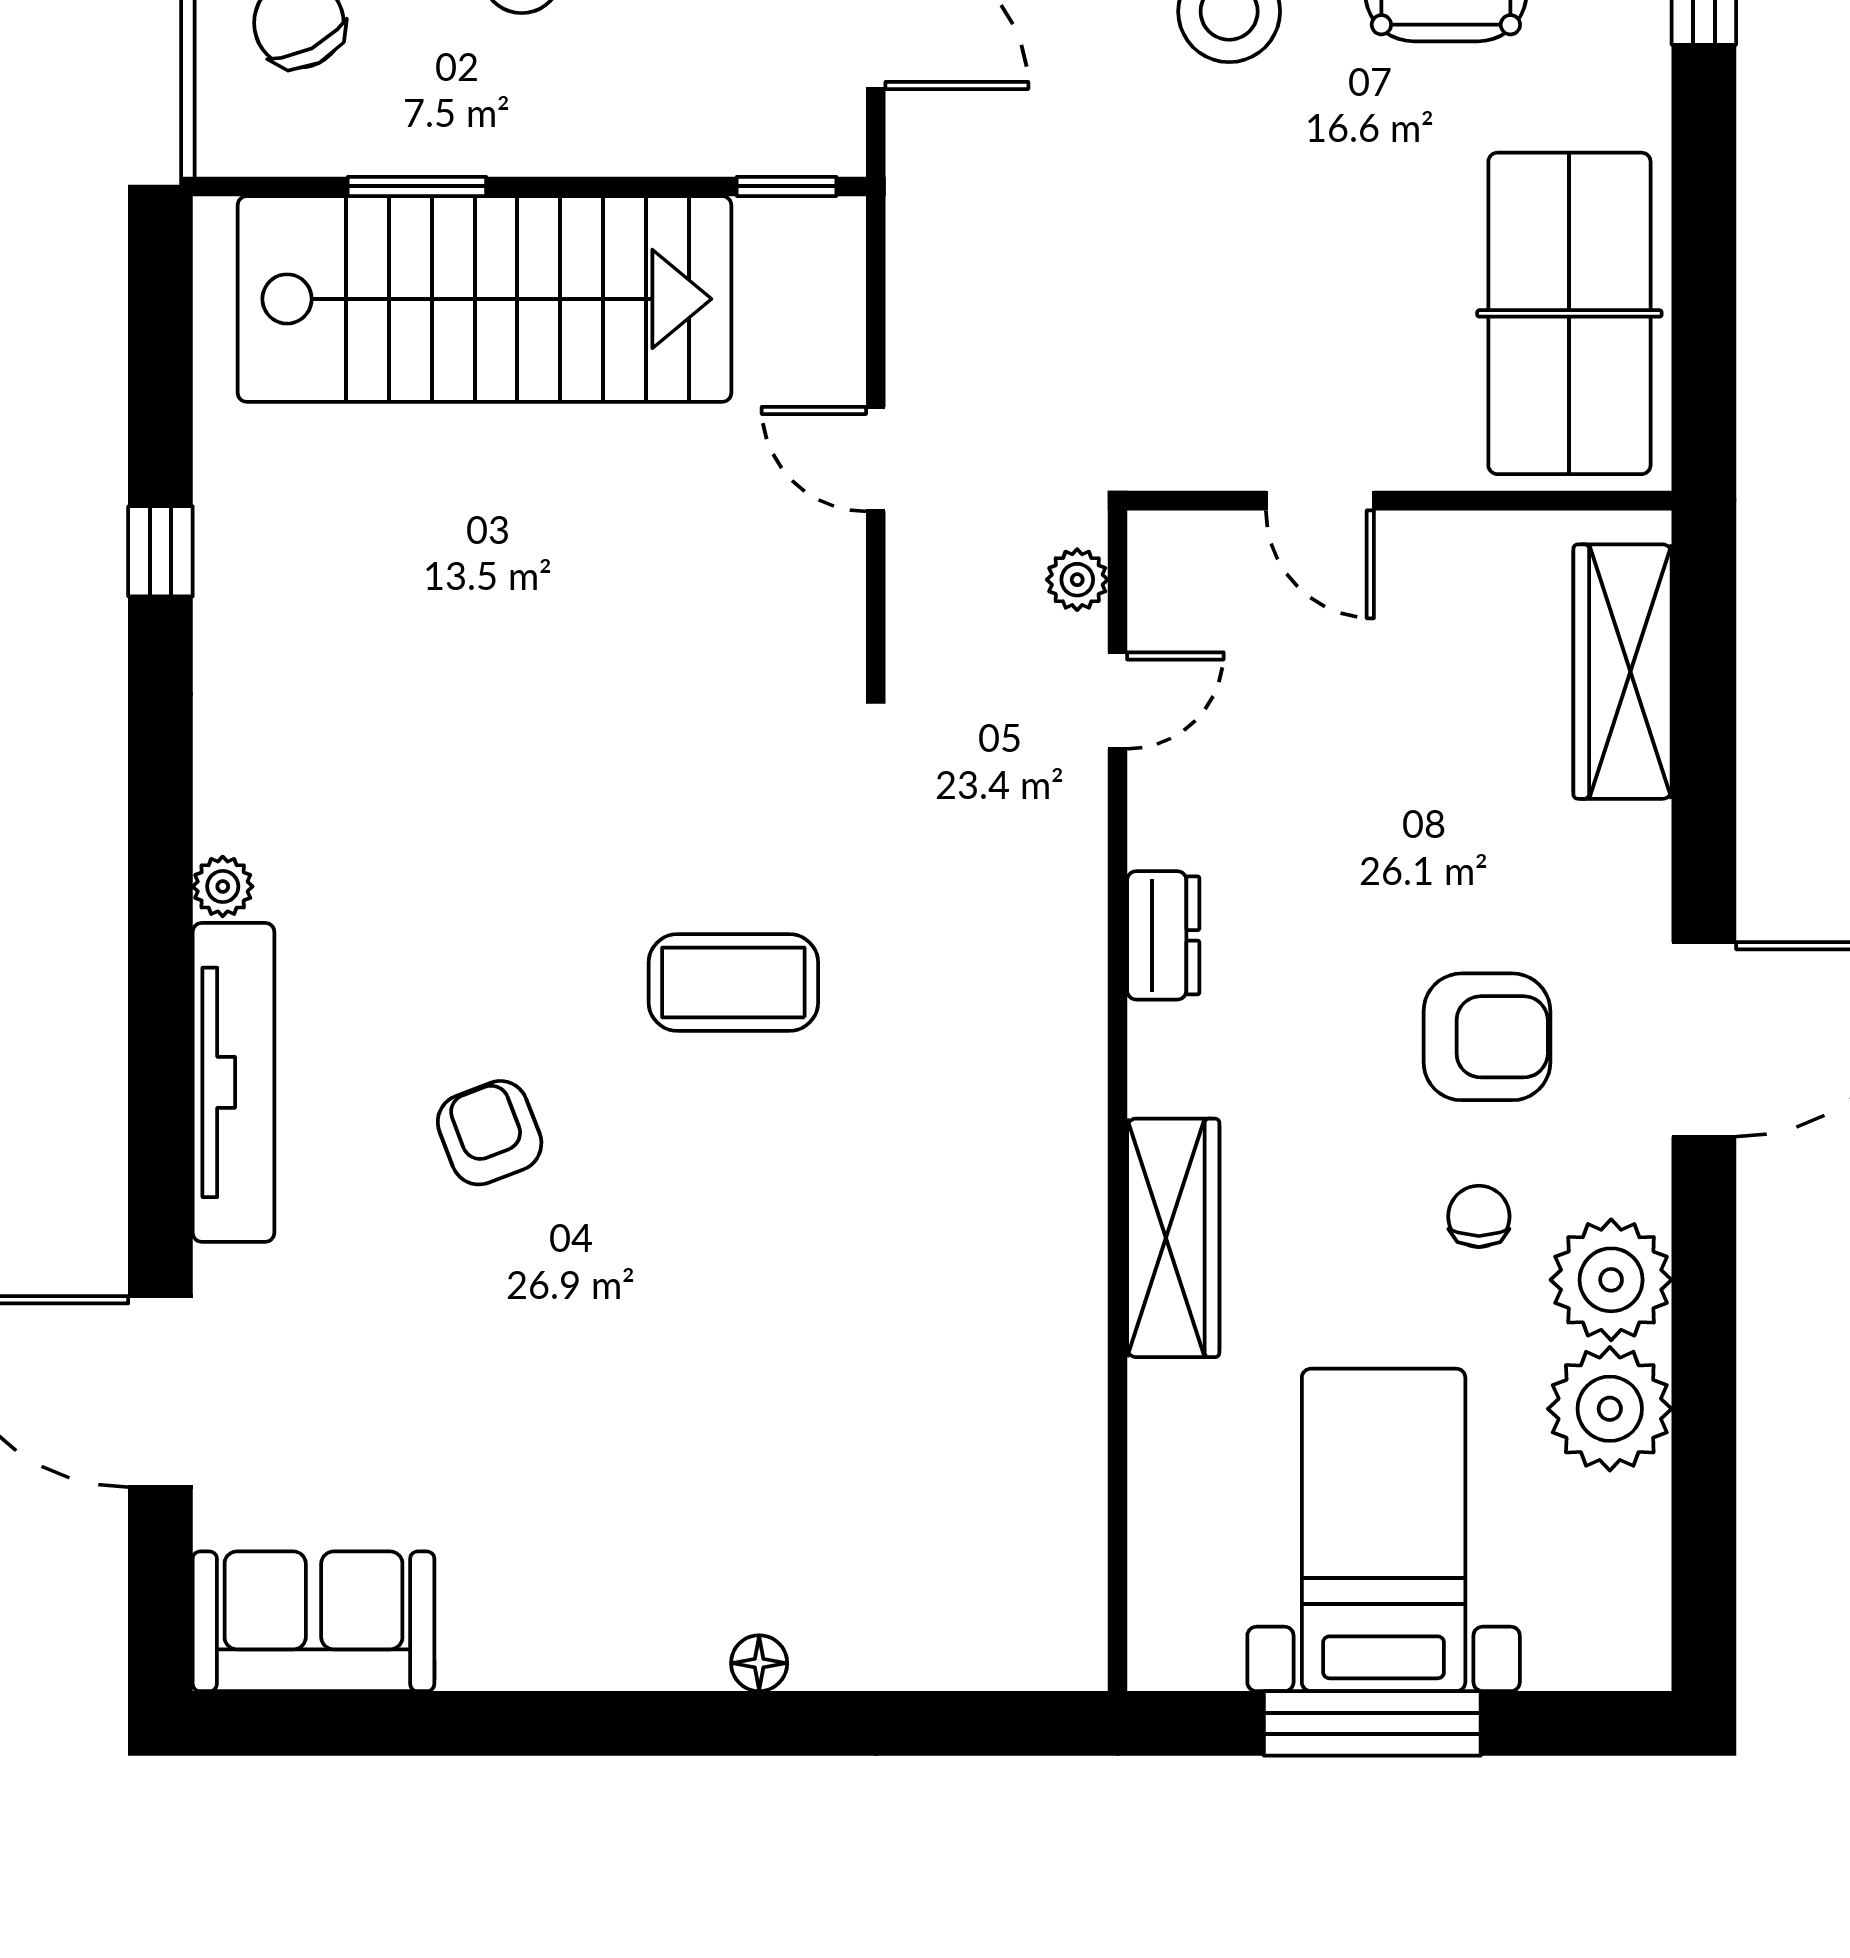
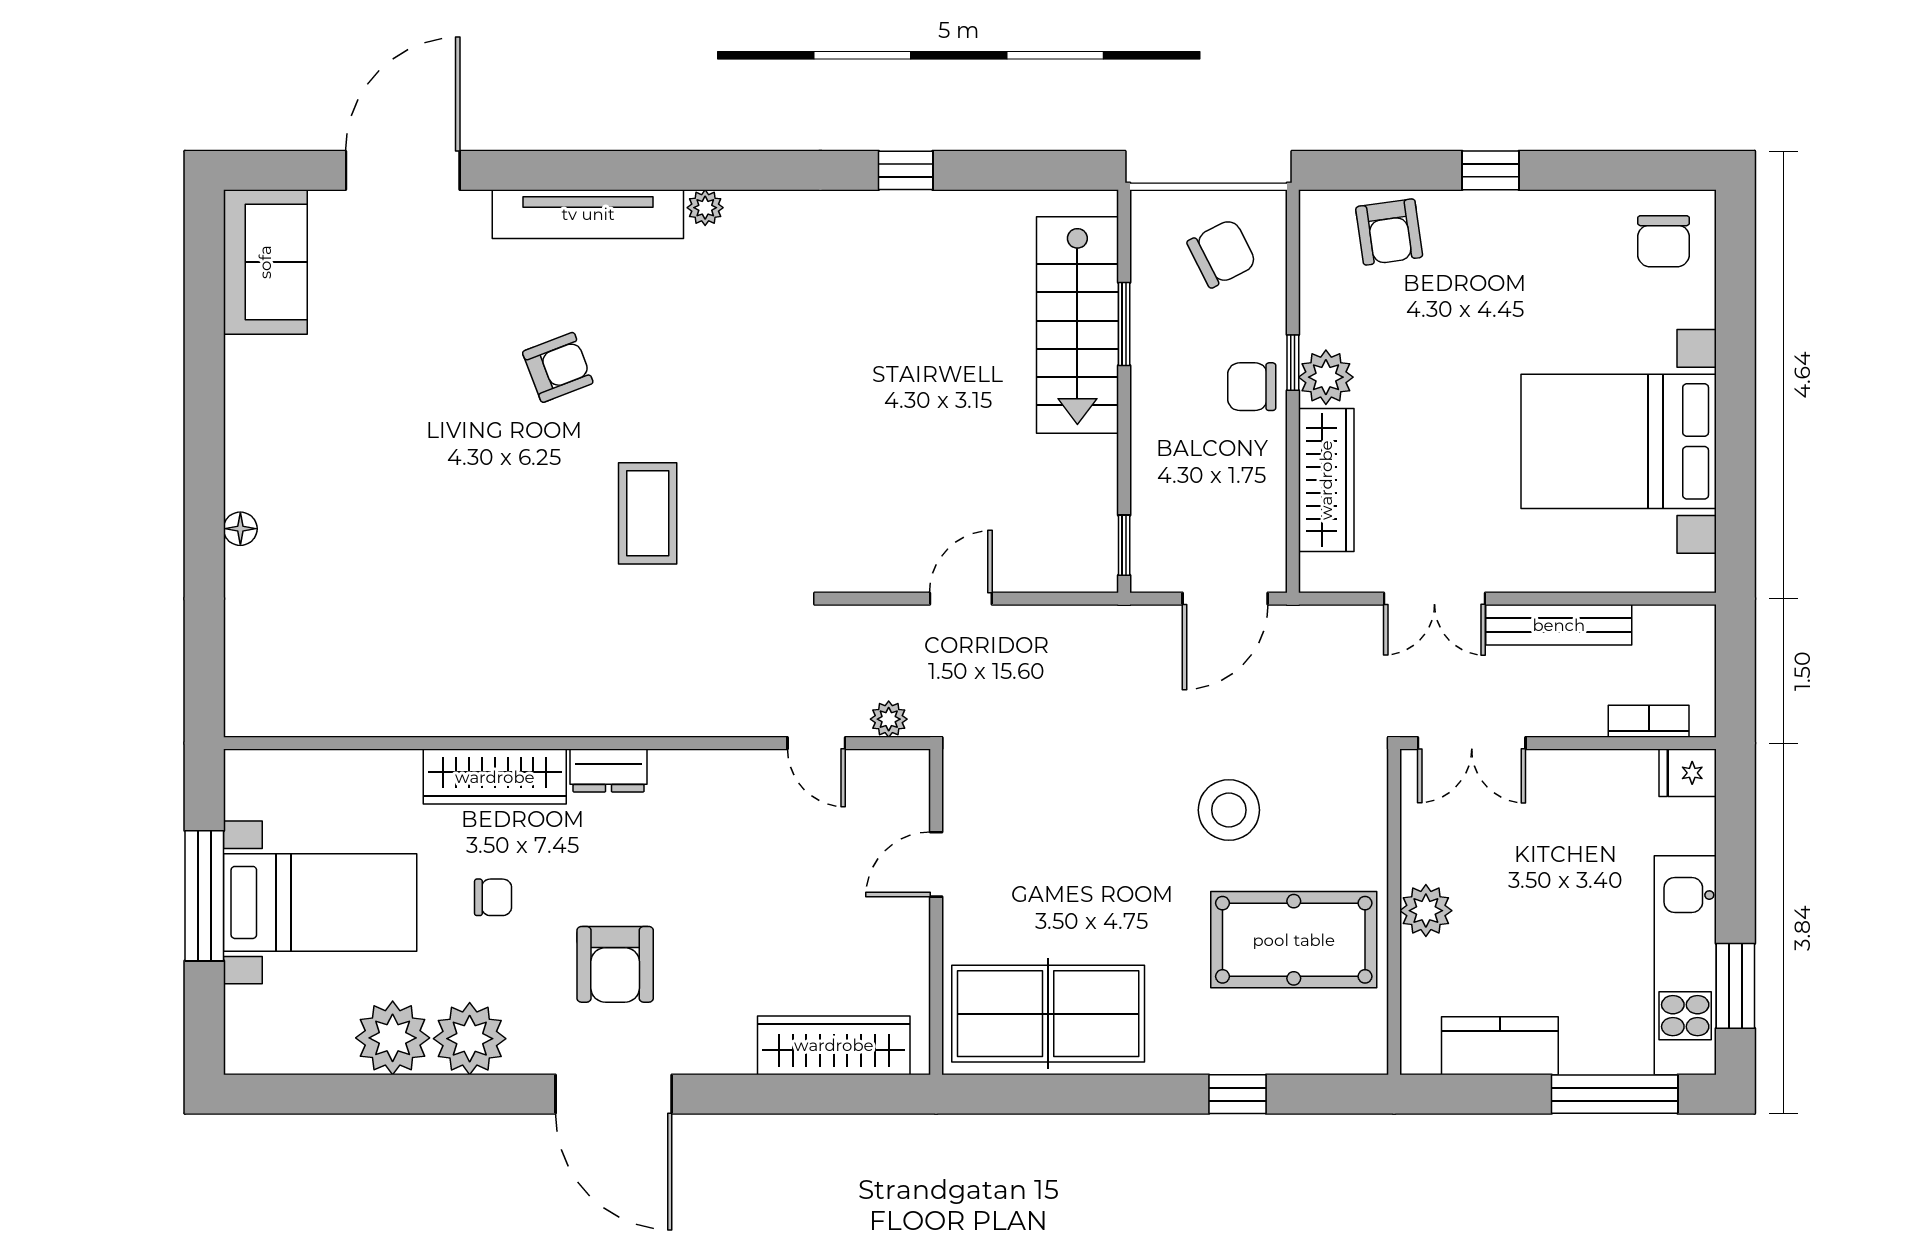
stairs: (484, 299) -> (1077, 325), width x0.73, depth x0.66
dresser: (1163, 935) -> (609, 771), moved
chair: (1479, 1216) -> (493, 897), moved

